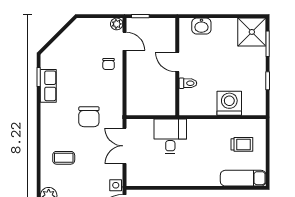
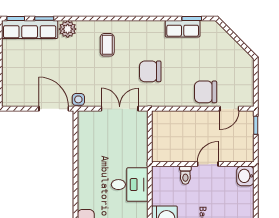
plant: (117, 24) -> (248, 100), removed
washbasin: (201, 26) -> (245, 176), moved
chair: (109, 64) -> (206, 92), width x1.87, depth x1.87
desk: (170, 136) -> (130, 185), moved

